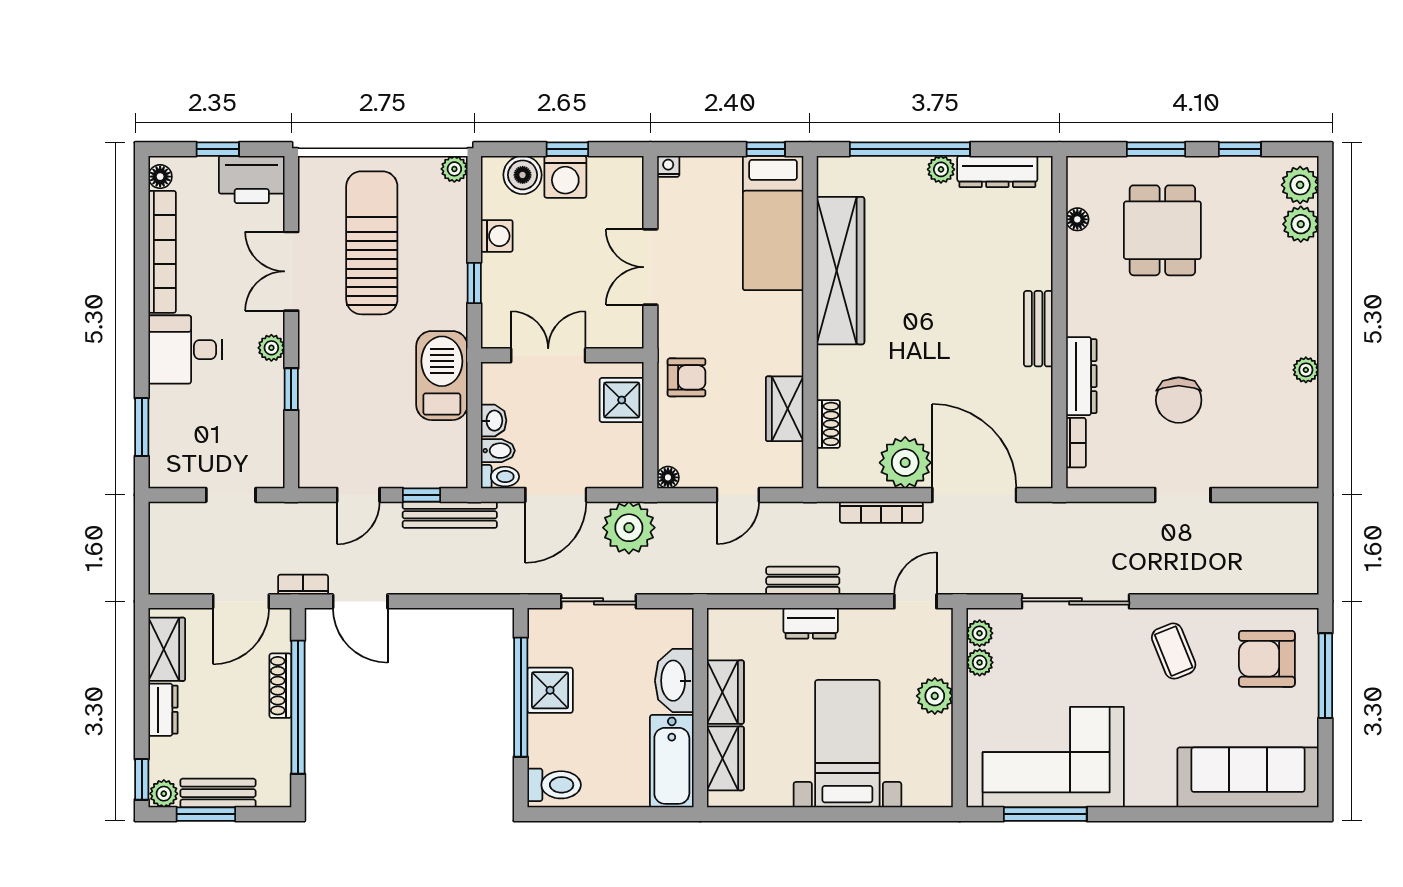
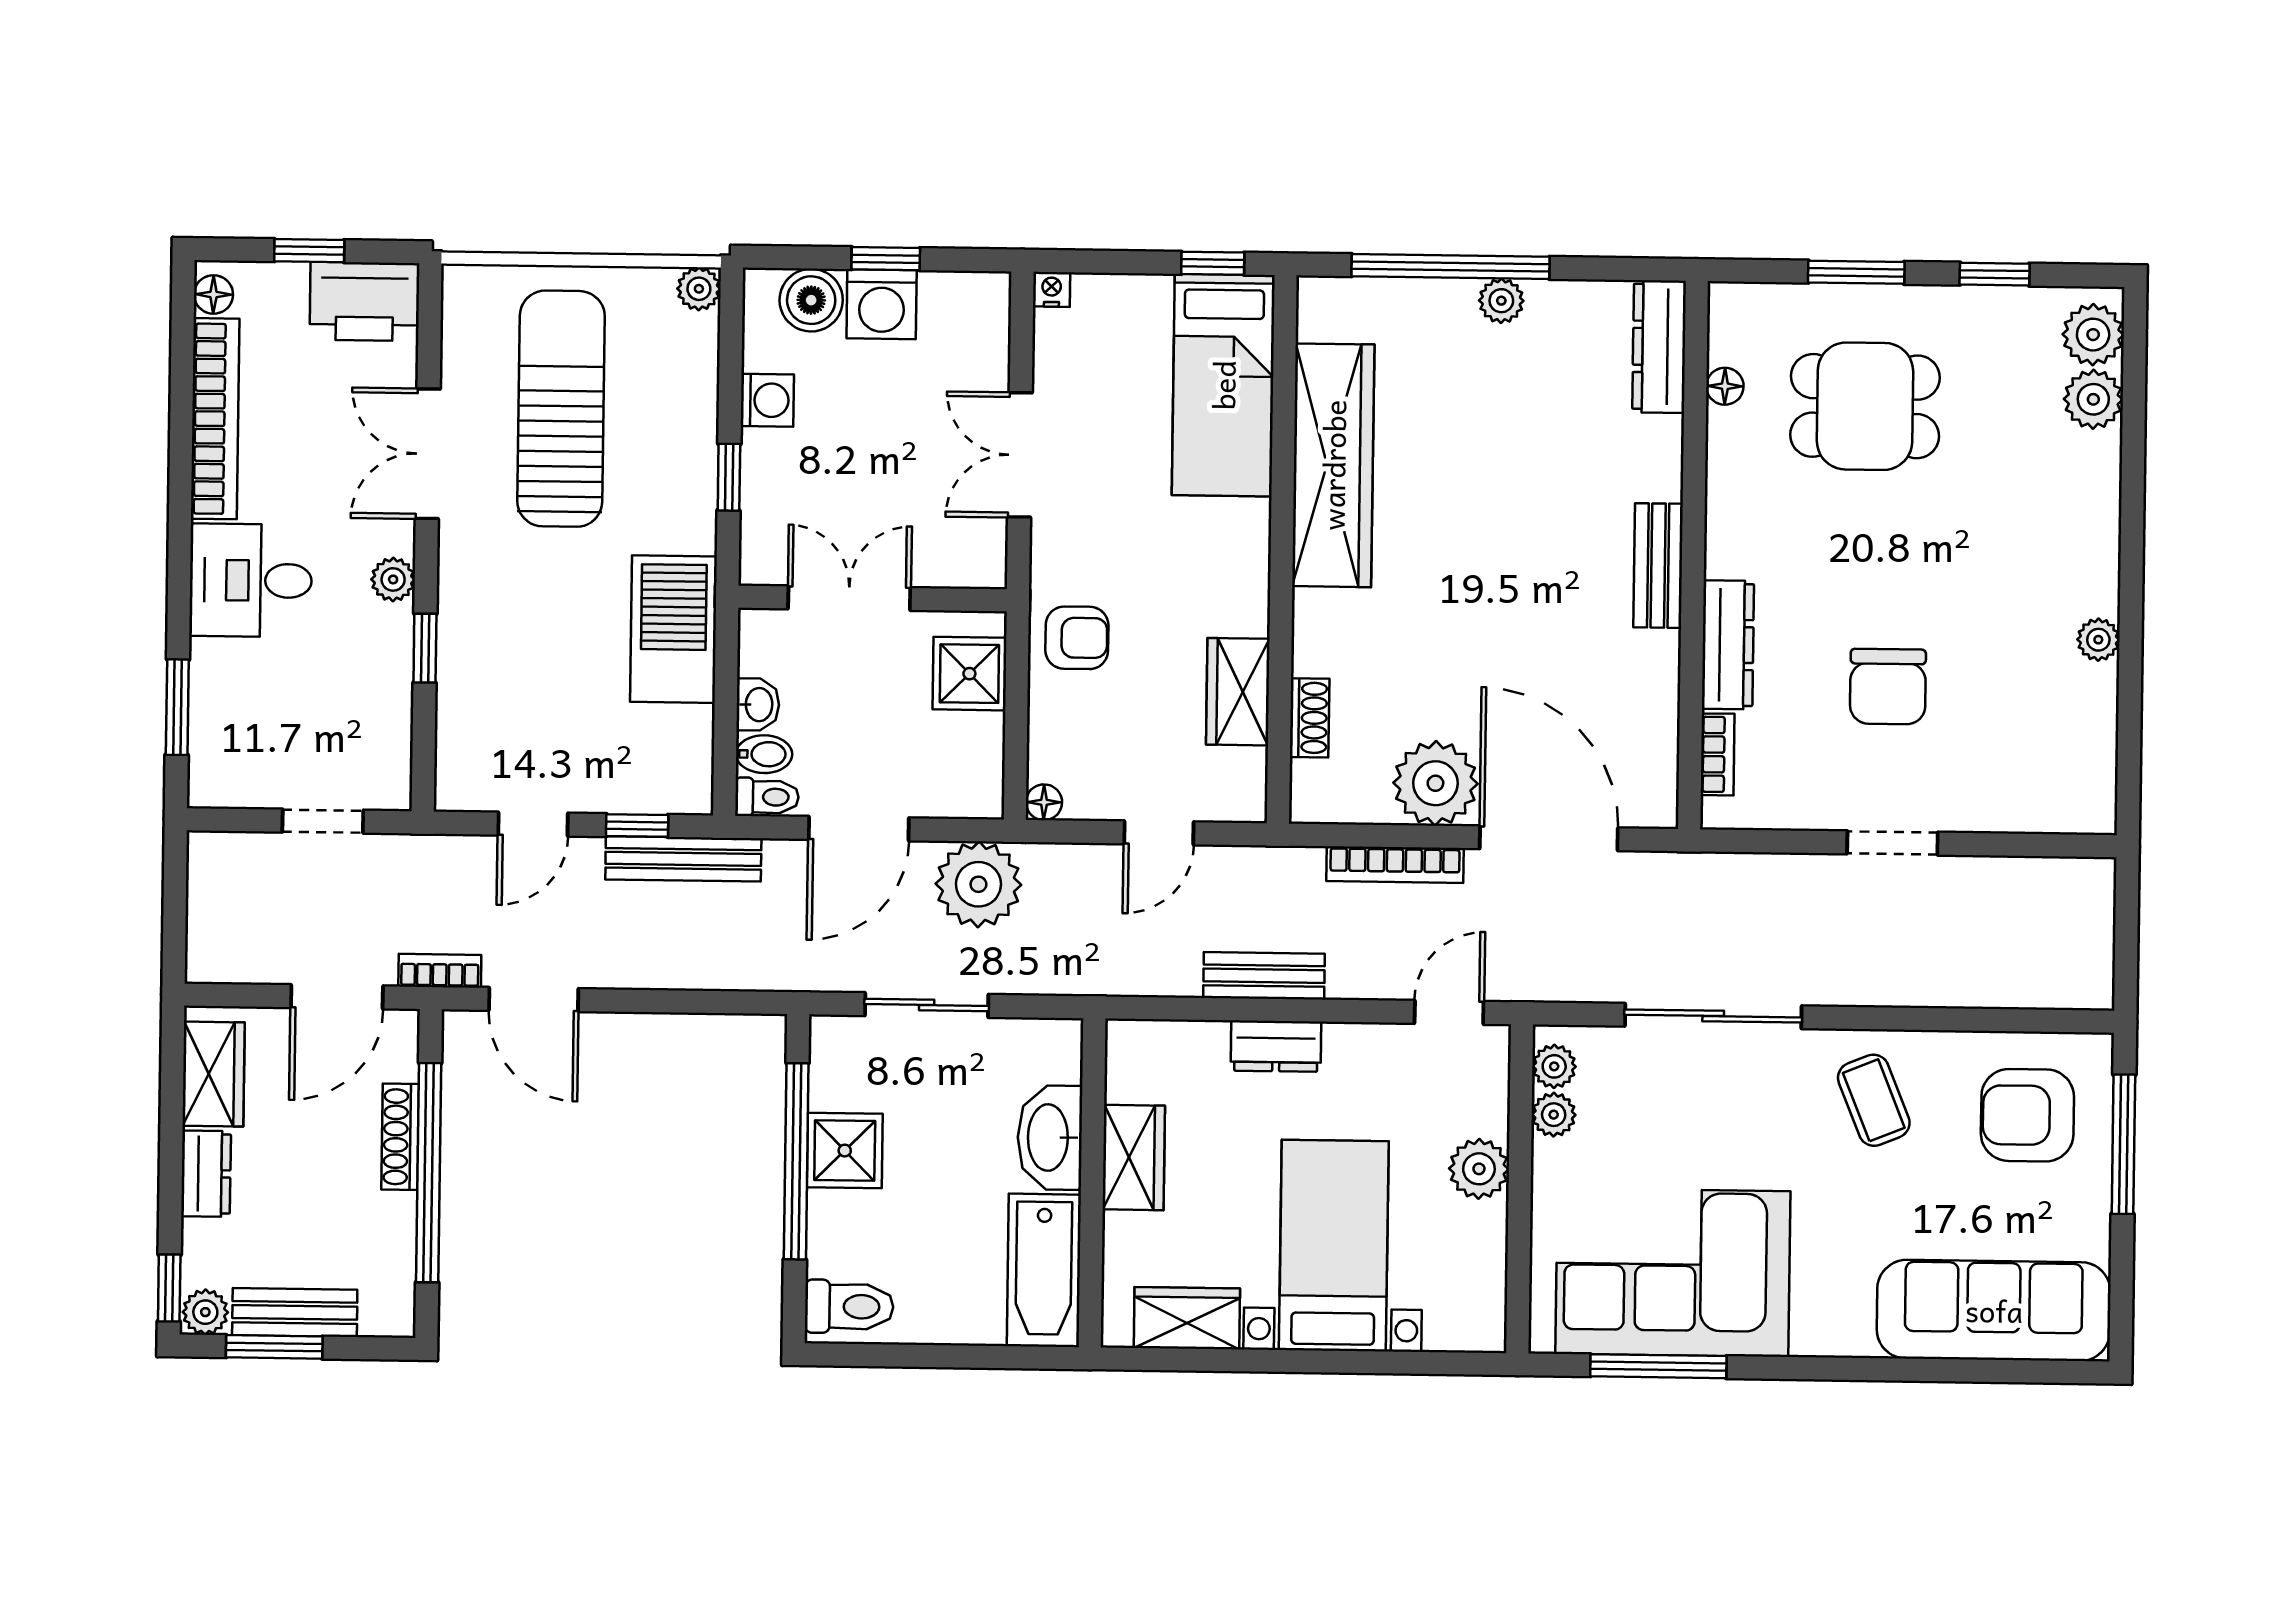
dresser: (997, 171) -> (1659, 347), moved, turned 90
dining table: (1162, 230) -> (1865, 406), turned 90
wardrobe: (725, 758) -> (1187, 1318), moved, turned -90

